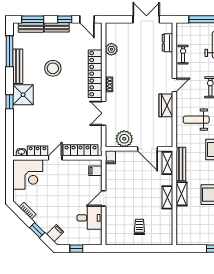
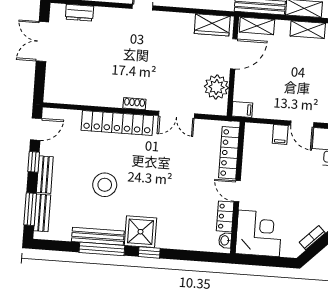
plant: (111, 49) -> (83, 96), removed
window: (9, 51) -> (102, 249), moved
wardrobe: (166, 105) -> (212, 25), moved
filing cabinet: (95, 171) -> (280, 134), moved

